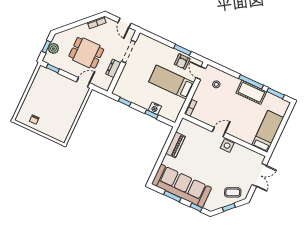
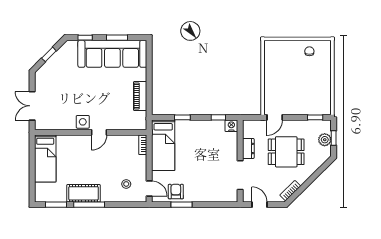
bed: (171, 82) -> (163, 145), moved, turned 90
nightstand: (155, 108) -> (231, 126), moved
coffee table: (233, 192) -> (52, 73), removed

